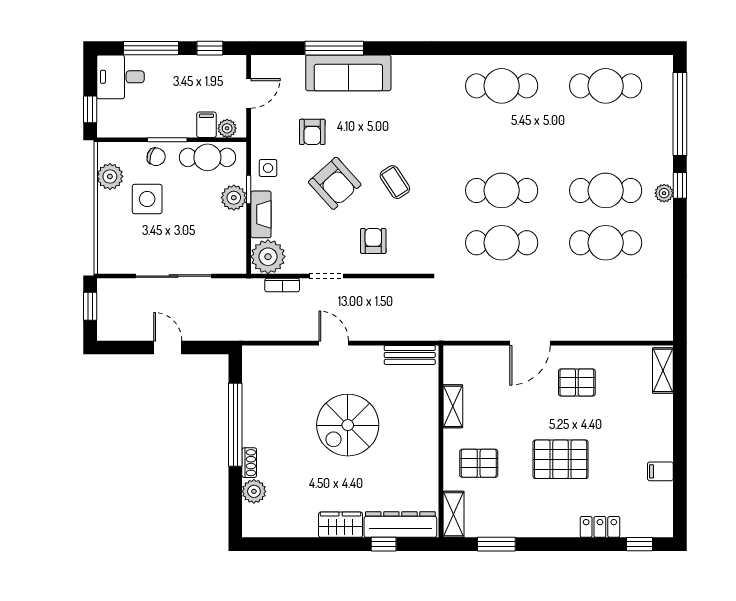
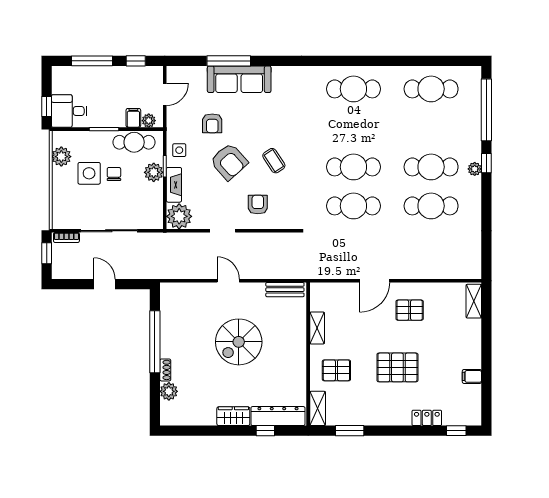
desk: (120, 77) -> (69, 111), moved
chair: (156, 157) -> (114, 174), moved, turned -108
bookcase: (282, 285) -> (66, 238), moved

